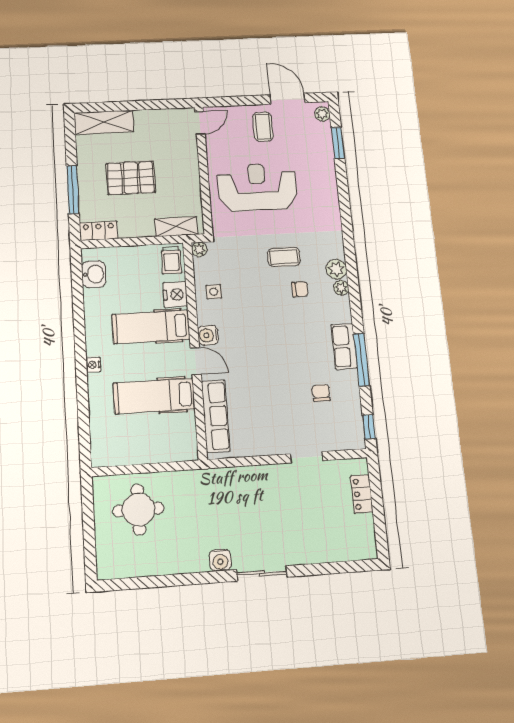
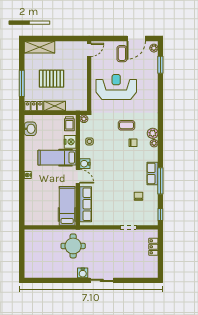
door: (287, 99) -> (136, 38), swing flipped
shelving: (176, 227) -> (55, 106), moved
hospital bed: (154, 396) -> (67, 206), moved, turned 90
round table: (138, 510) -> (73, 246), moved

